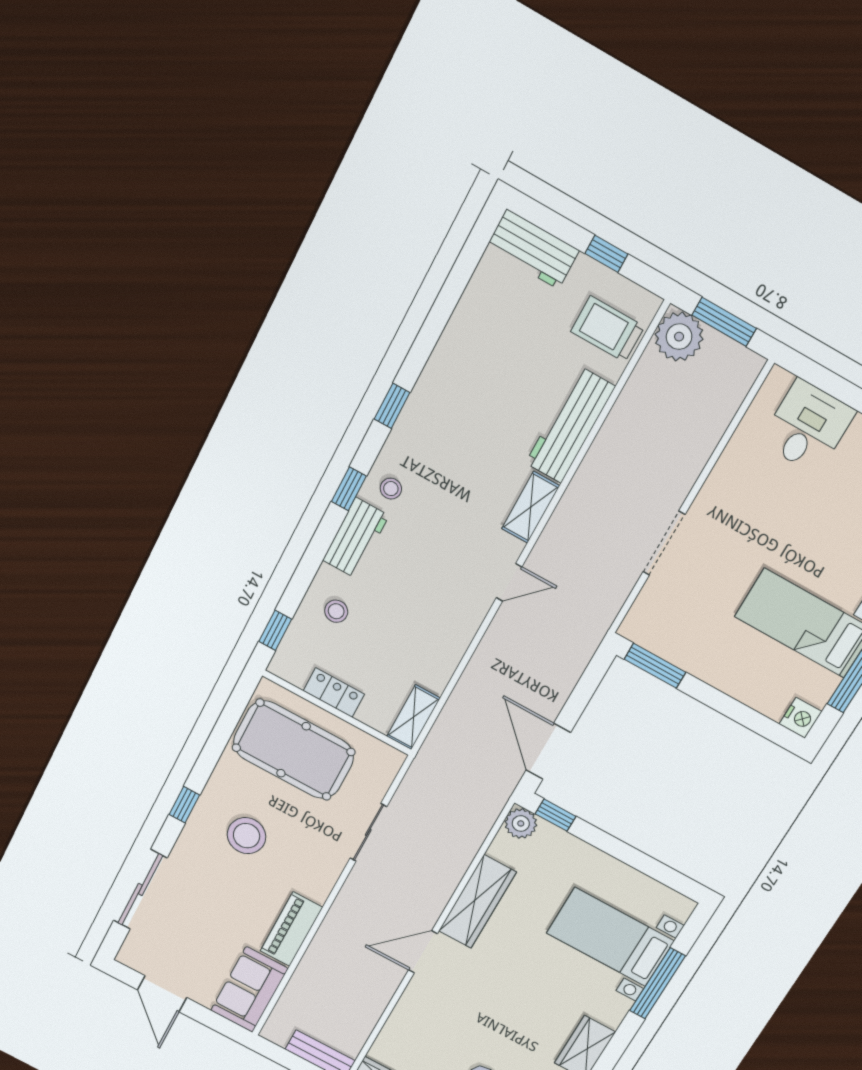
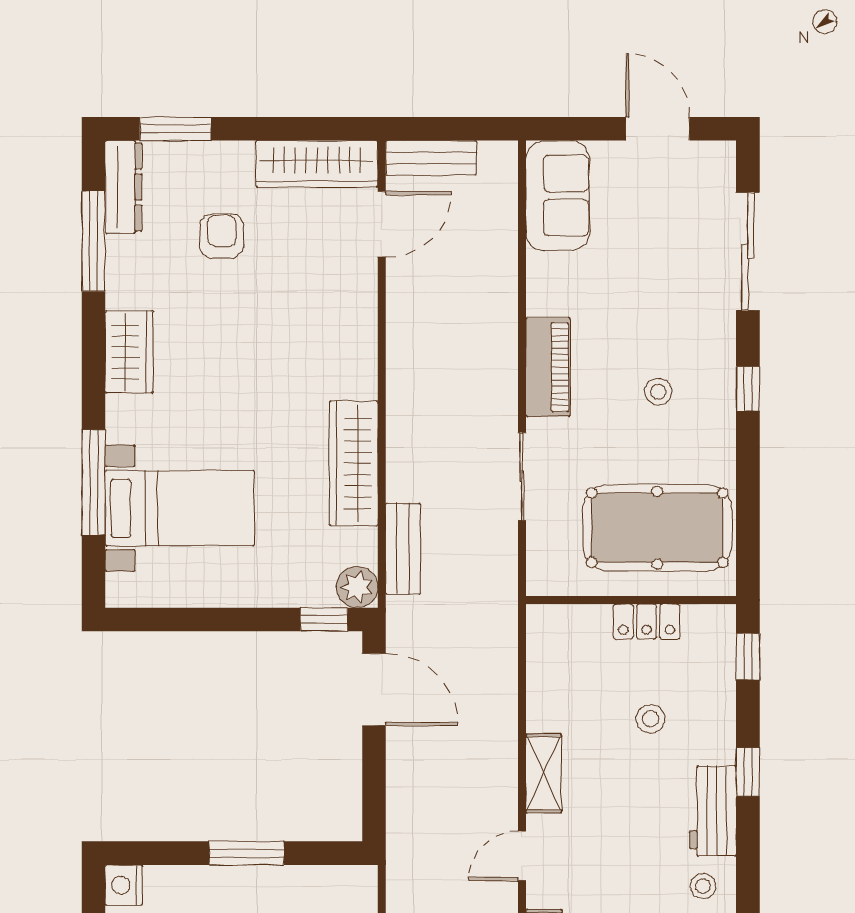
window: (349, 489) -> (748, 772), moved
stool: (336, 611) -> (651, 719), moved
window: (655, 666) -> (247, 853), moved
shelving: (413, 717) -> (544, 773), moved
bench: (475, 831) -> (403, 549), added
stool: (247, 836) -> (658, 392), width x0.53, depth x0.53
piano: (291, 929) -> (548, 367), moved
door: (423, 952) -> (382, 224), moved

